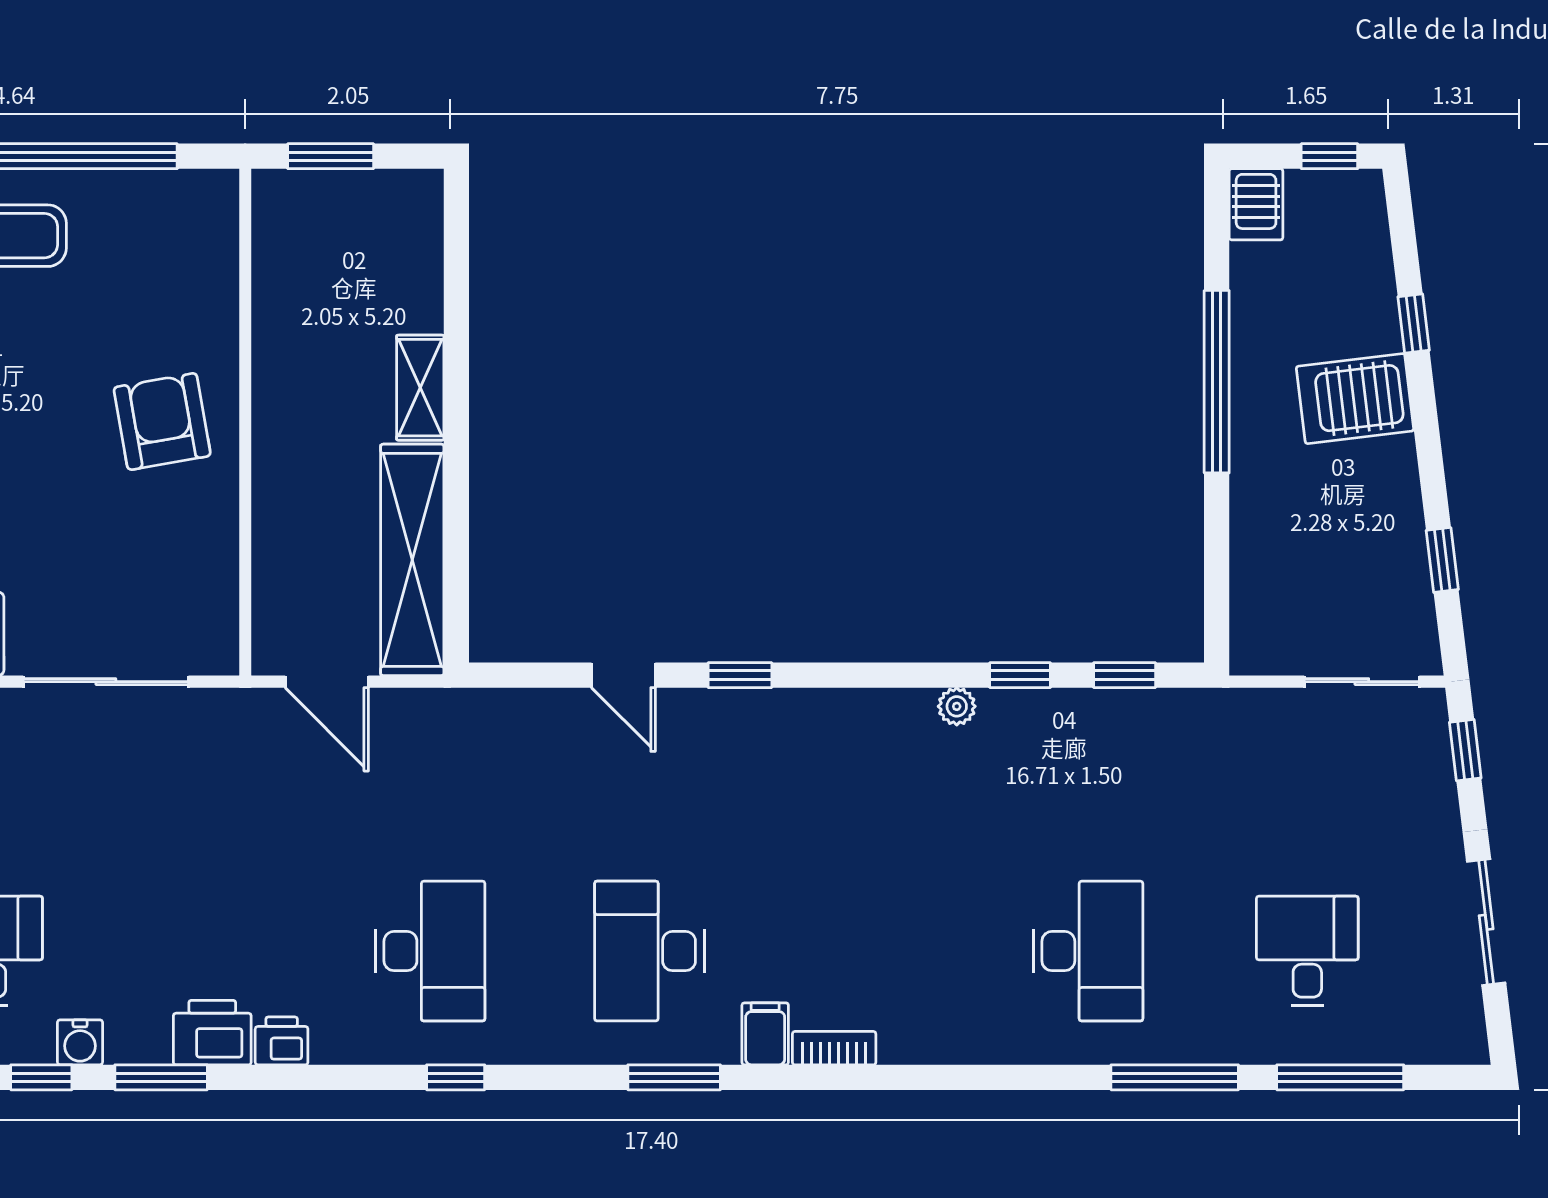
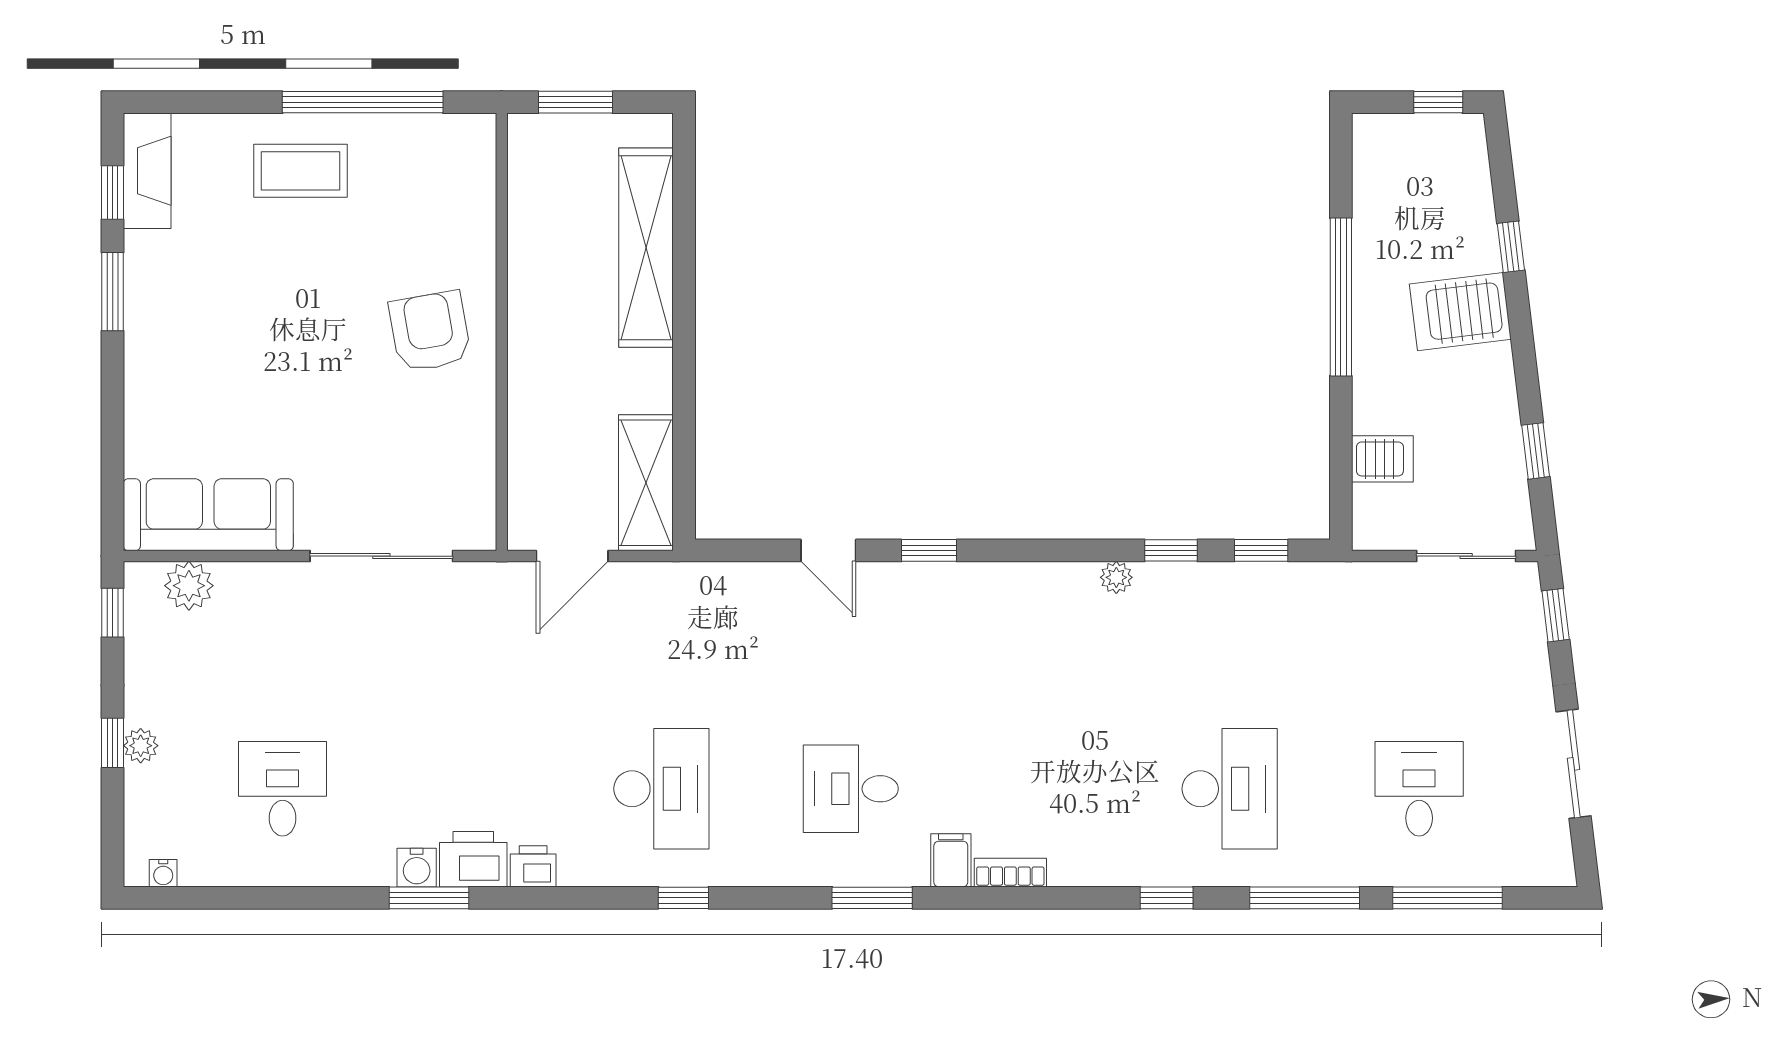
server rack: (1256, 204) -> (1382, 459), moved, turned -90
shelving: (420, 388) -> (646, 248), width x2.20, depth x1.33
shelving: (412, 560) -> (646, 483), width x0.68
door: (327, 682) -> (572, 556), hinge flipped
desk: (649, 951) -> (851, 789), width x0.73
water cooler: (80, 1042) -> (417, 868), moved
window: (41, 1077) -> (1167, 898), moved

